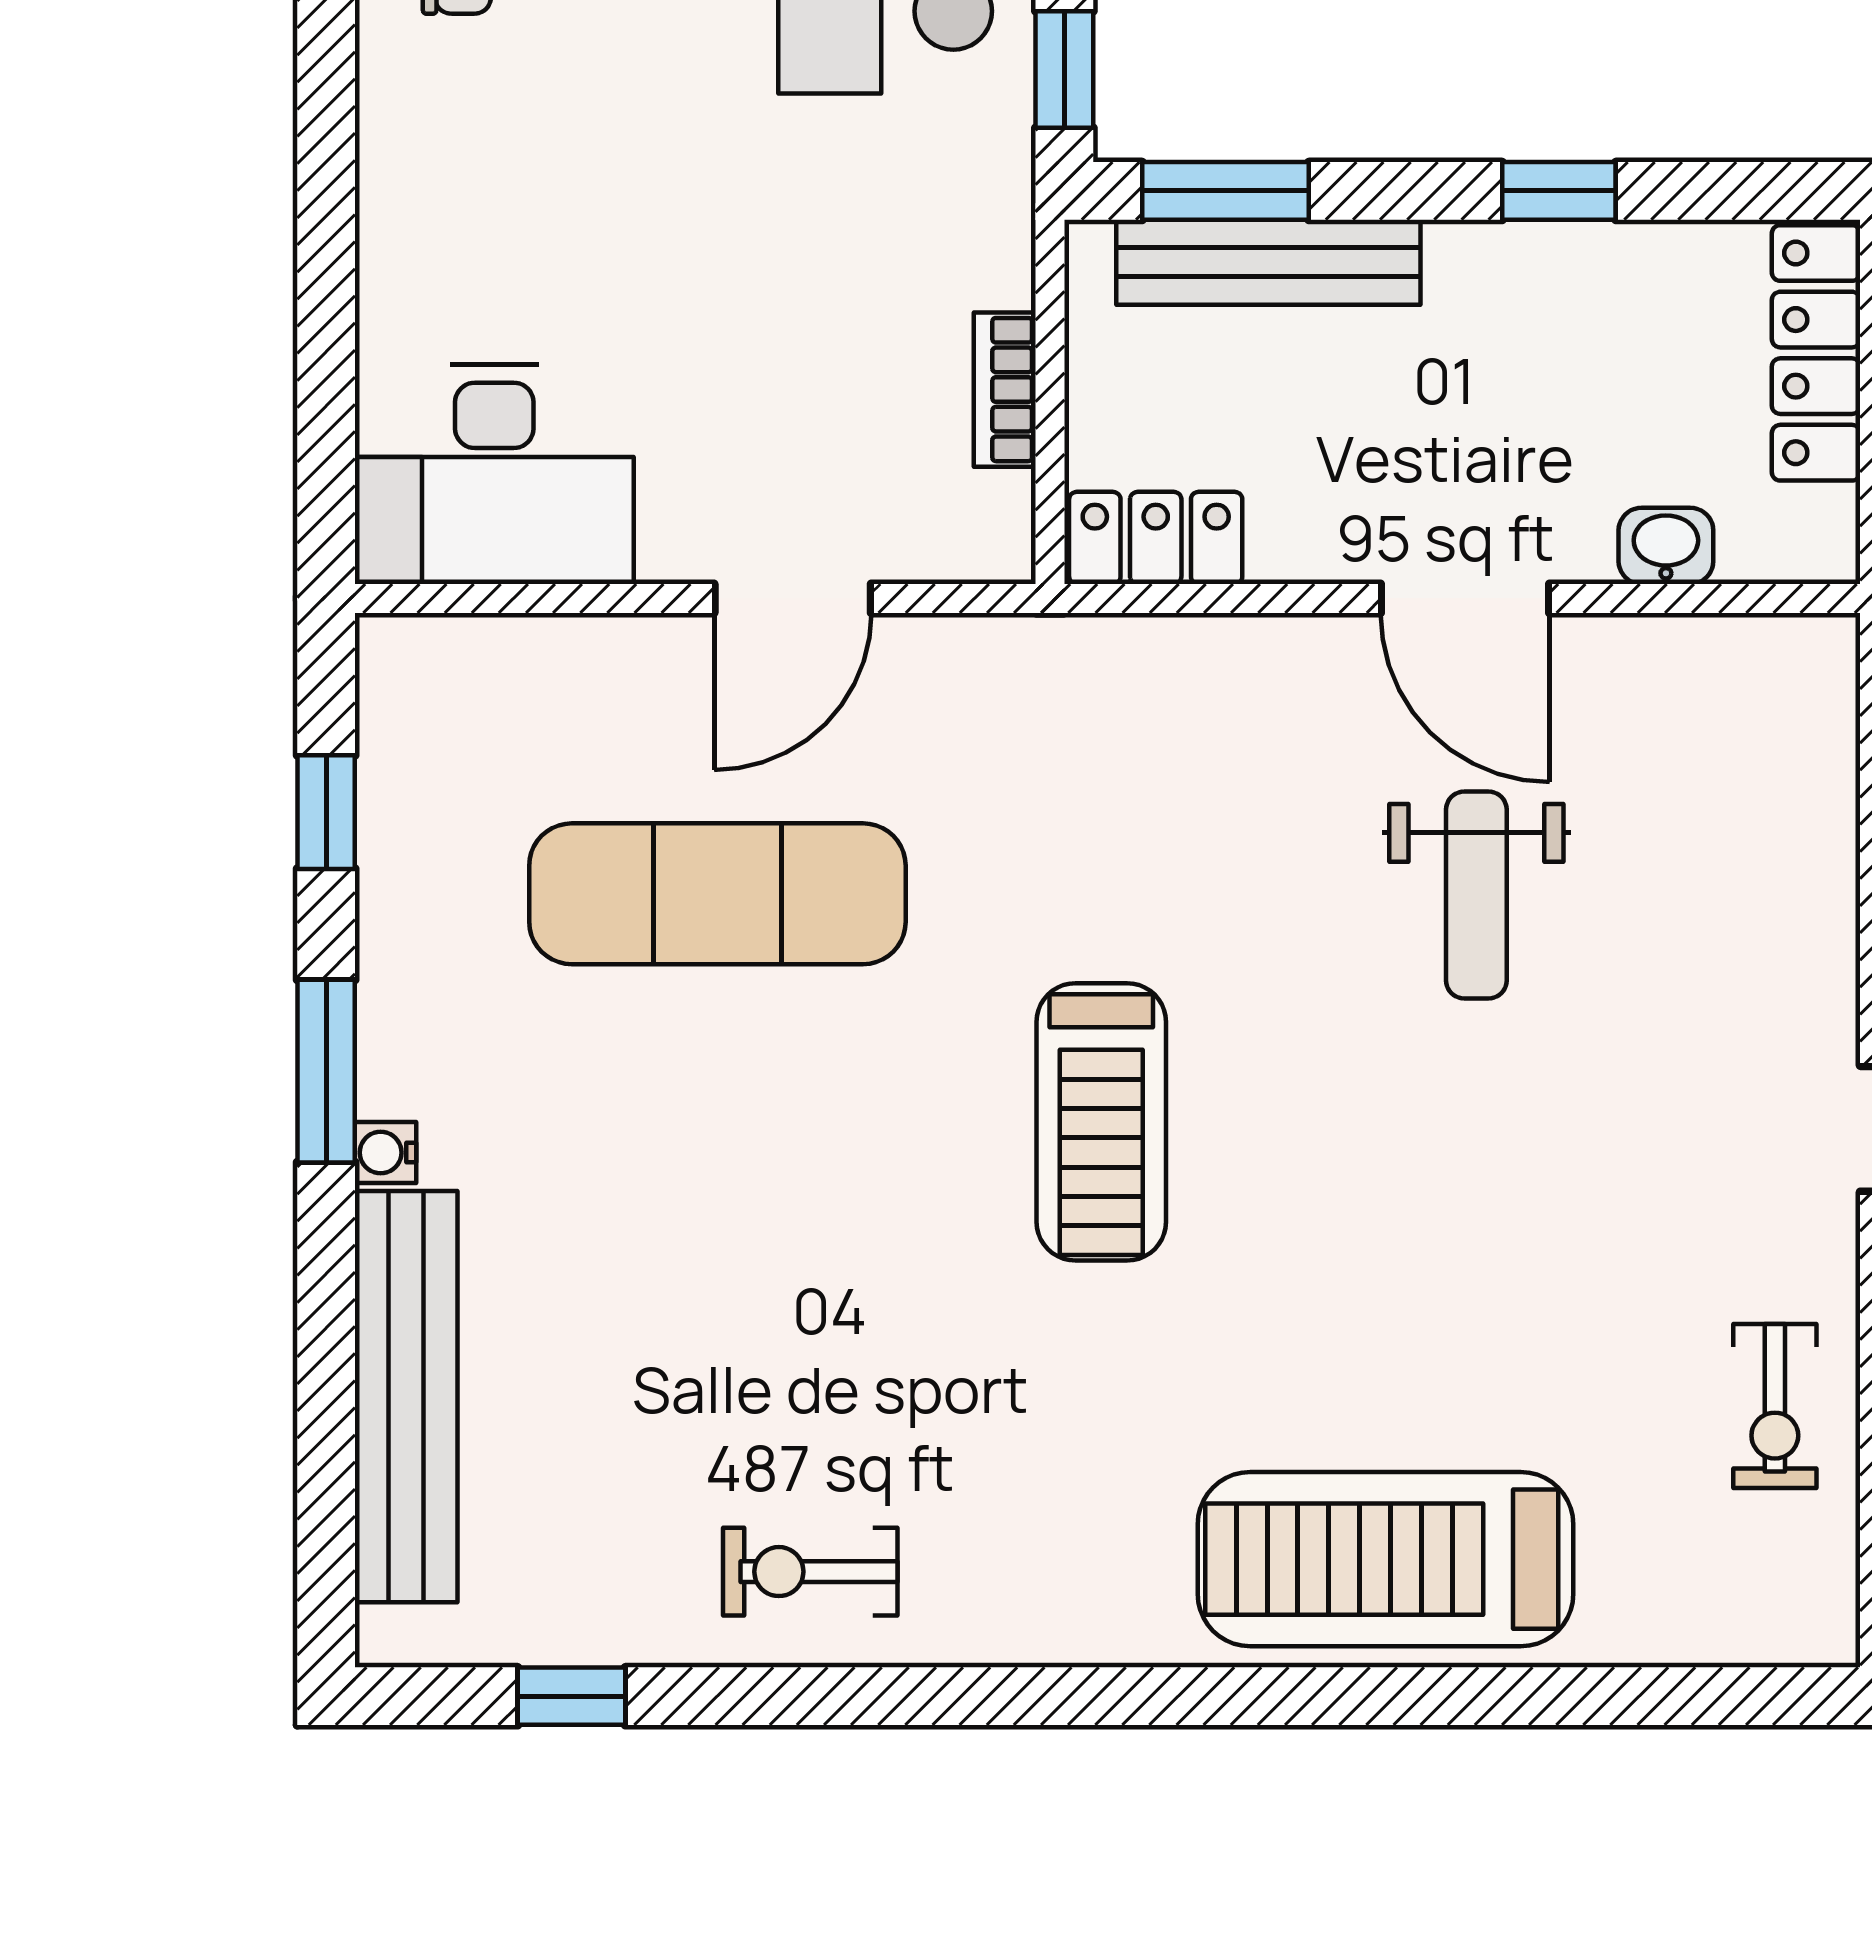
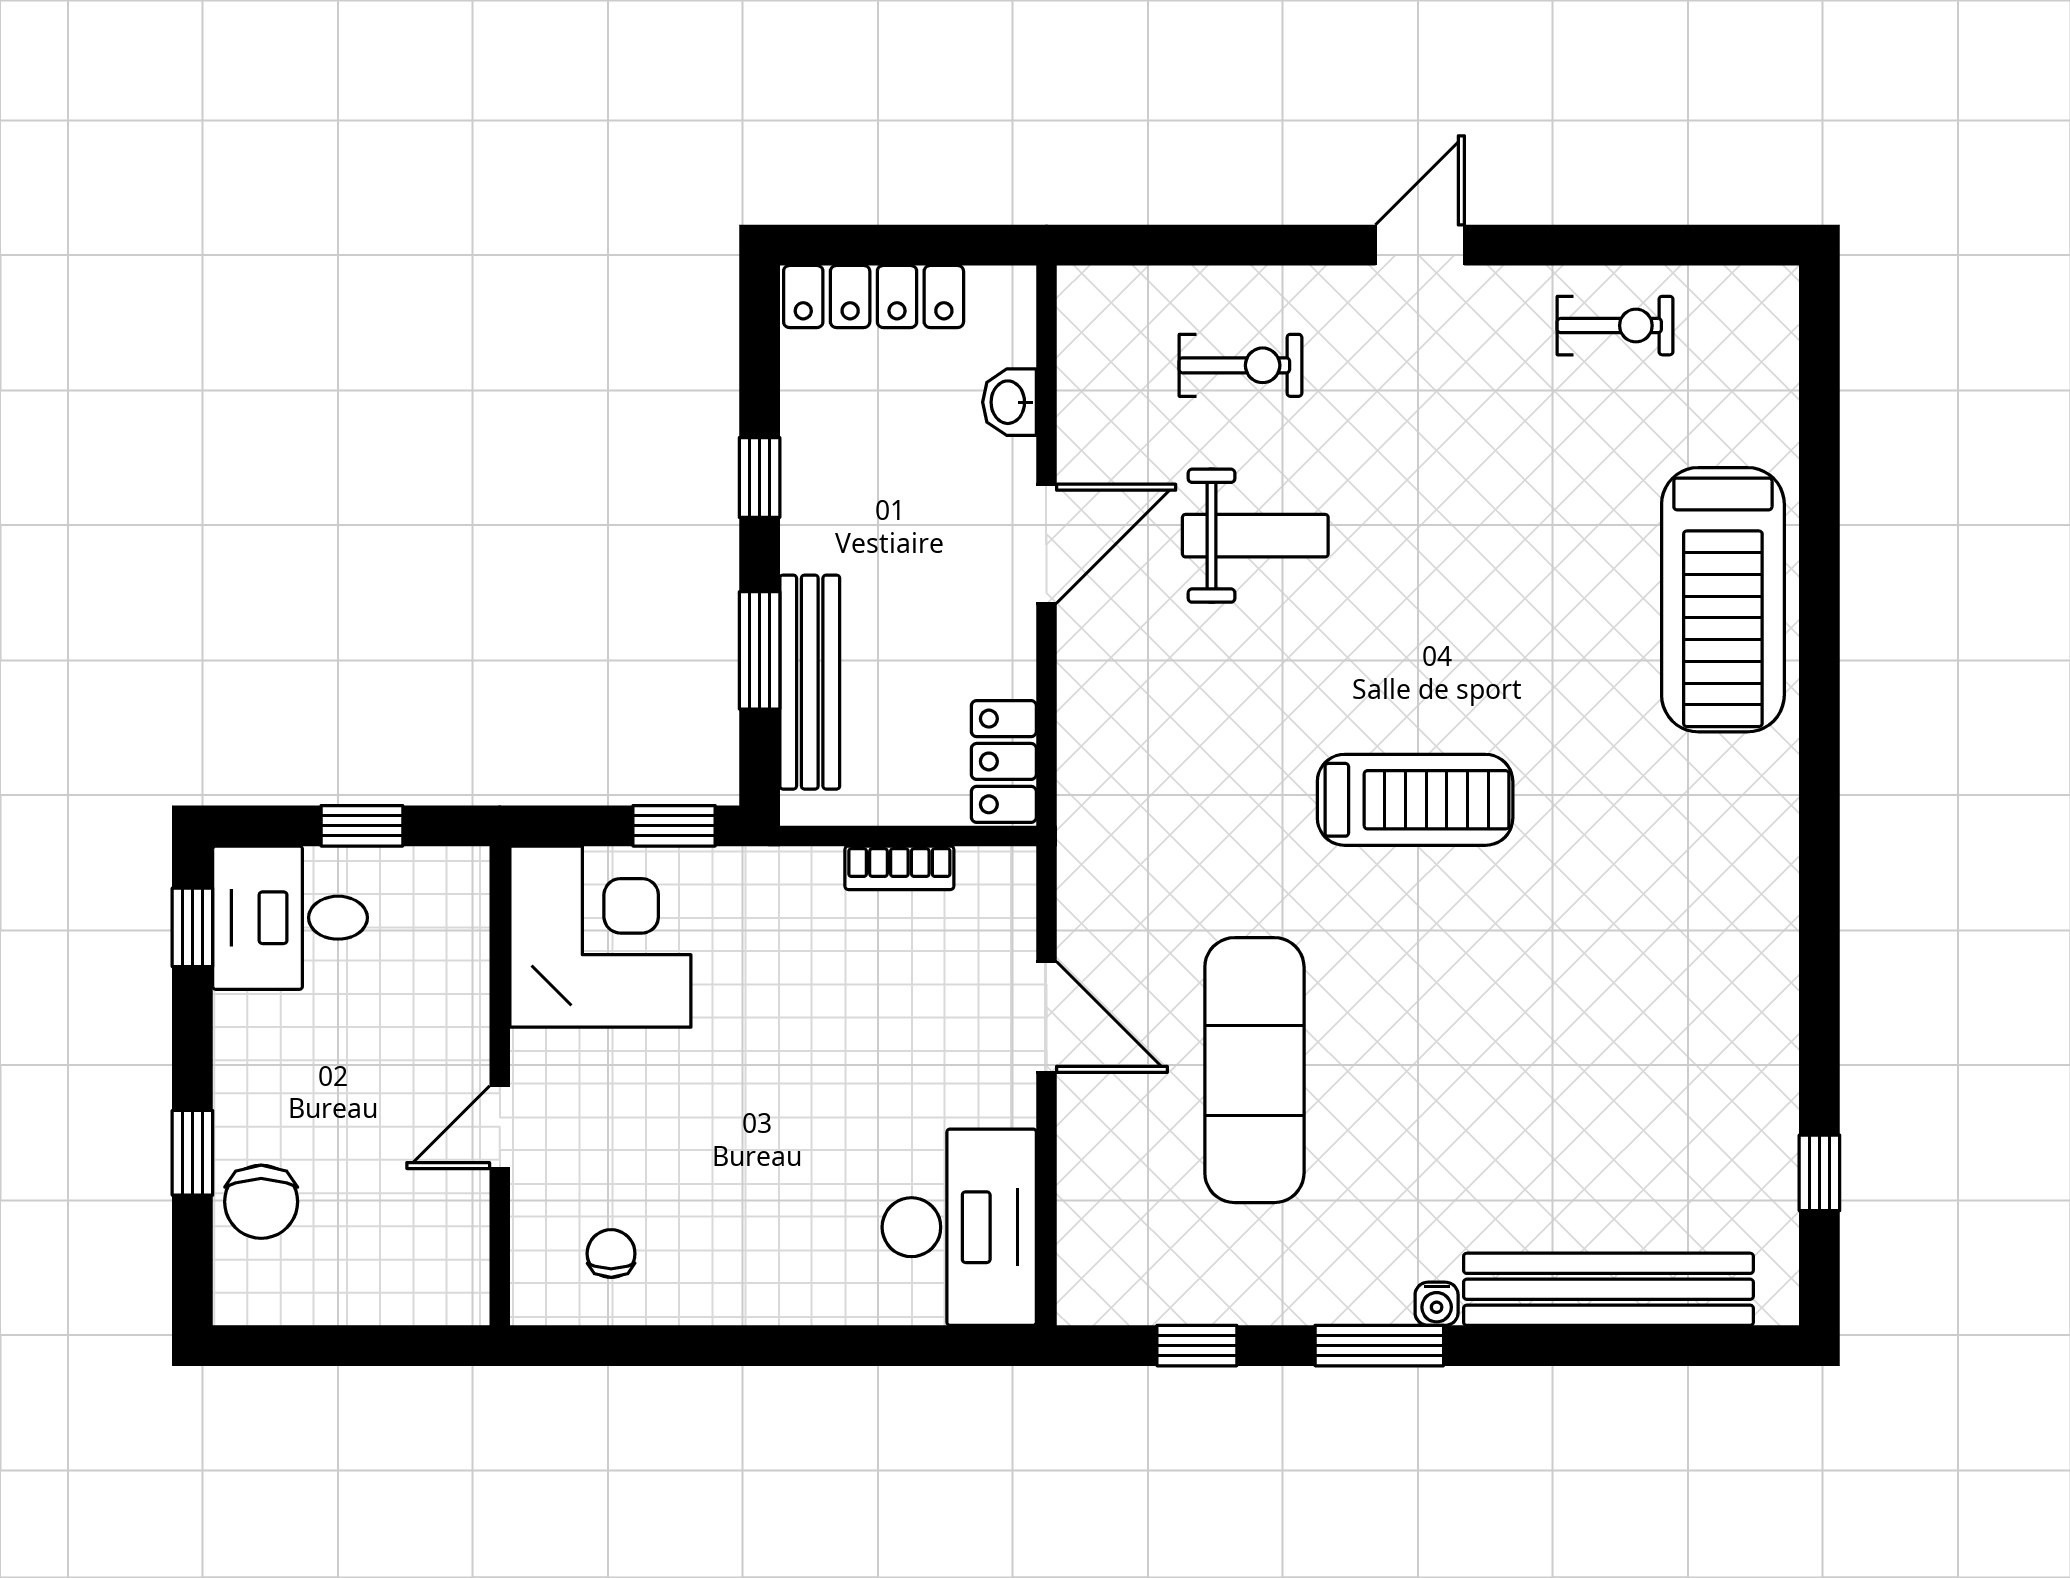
window: (1226, 191) -> (760, 650), moved
exercise bike: (810, 1572) -> (1241, 365), moved, turned -90

